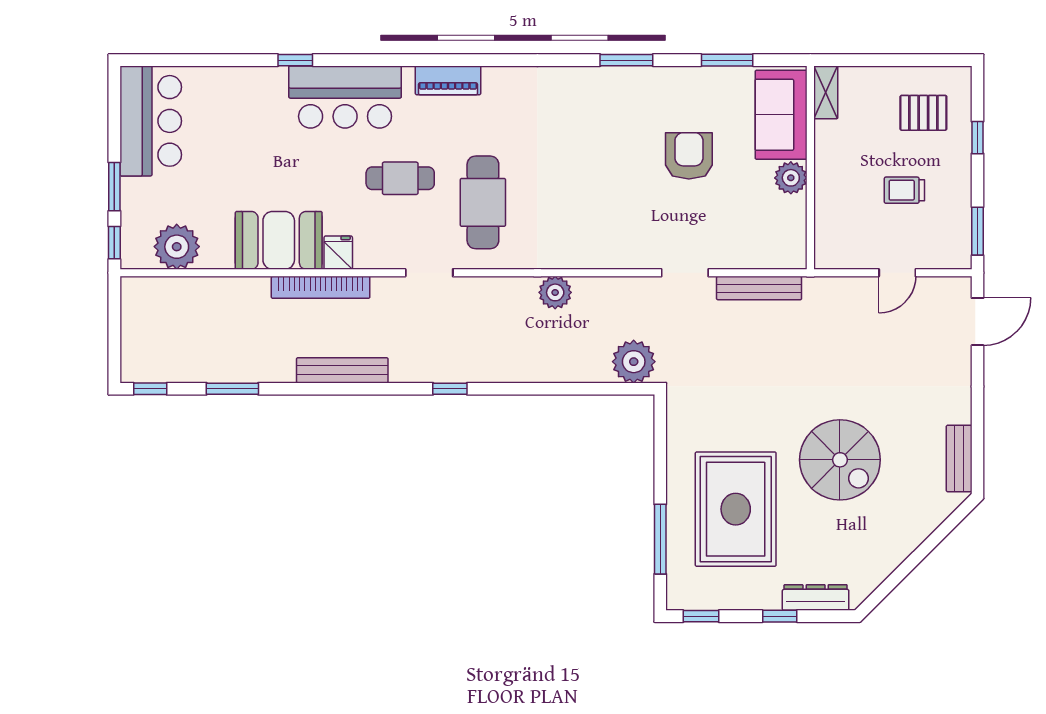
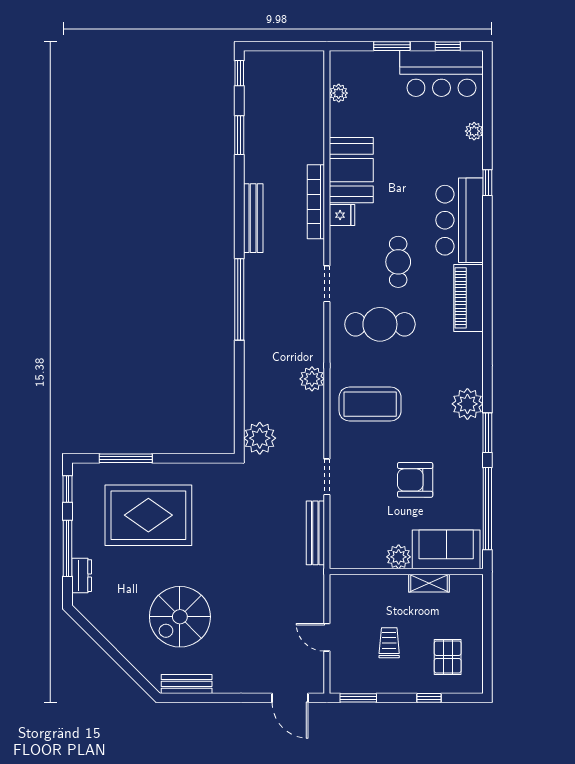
window: (727, 60) -> (487, 509), width x2.11
plant: (227, 78) -> (474, 131), added
piano: (448, 80) -> (469, 298), width x1.37, depth x1.33
plant: (588, 86) -> (467, 404), added
shelving: (826, 92) -> (429, 583), moved
armchair: (689, 156) -> (415, 480), turned 180
coffee table: (588, 215) -> (370, 404), added
window: (114, 243) -> (448, 46), moved
plant: (177, 247) -> (339, 93), width x0.53, depth x0.53
window: (450, 389) -> (239, 299), width x3.17
spiral stairs: (840, 460) -> (180, 617), moved
dresser: (816, 598) -> (82, 576), width x0.70
window: (780, 616) -> (68, 548), width x2.17

